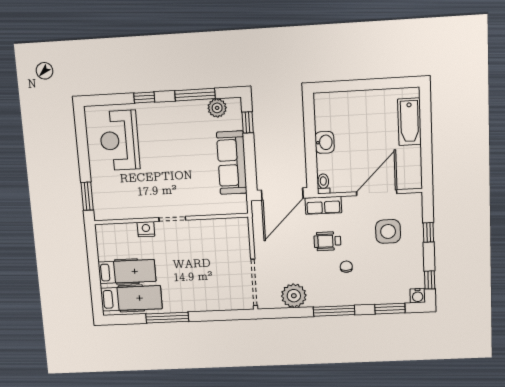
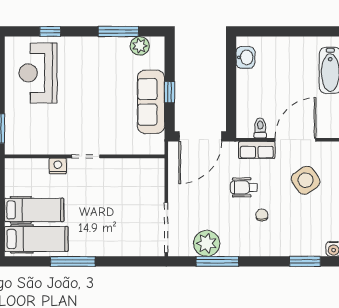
window: (144, 98) -> (50, 31), moved
window: (248, 122) -> (170, 92), moved
washbasin: (325, 142) -> (245, 57), moved
toilet: (323, 184) -> (260, 128), moved
row of seats: (323, 205) -> (257, 150), moved
side table: (388, 231) -> (306, 180), turned -35
window: (334, 311) -> (217, 261), moved

